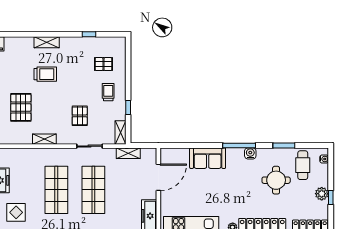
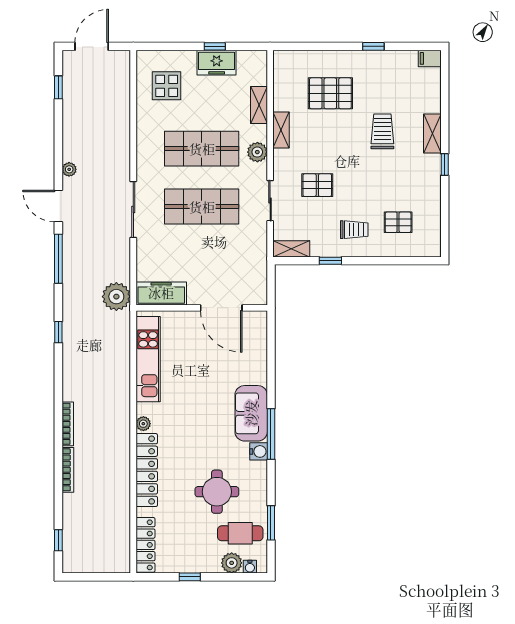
window: (89, 34) -> (445, 164), moved
pallet: (103, 64) -> (398, 222), turned 90
trolley: (45, 74) -> (382, 131), turned 180
window: (284, 145) -> (271, 523), moved
shelving: (128, 153) -> (259, 105), moved
plant: (58, 154) -> (257, 152), added
sofa: (208, 158) -> (251, 413), moved
plant: (322, 194) -> (232, 563), moved

